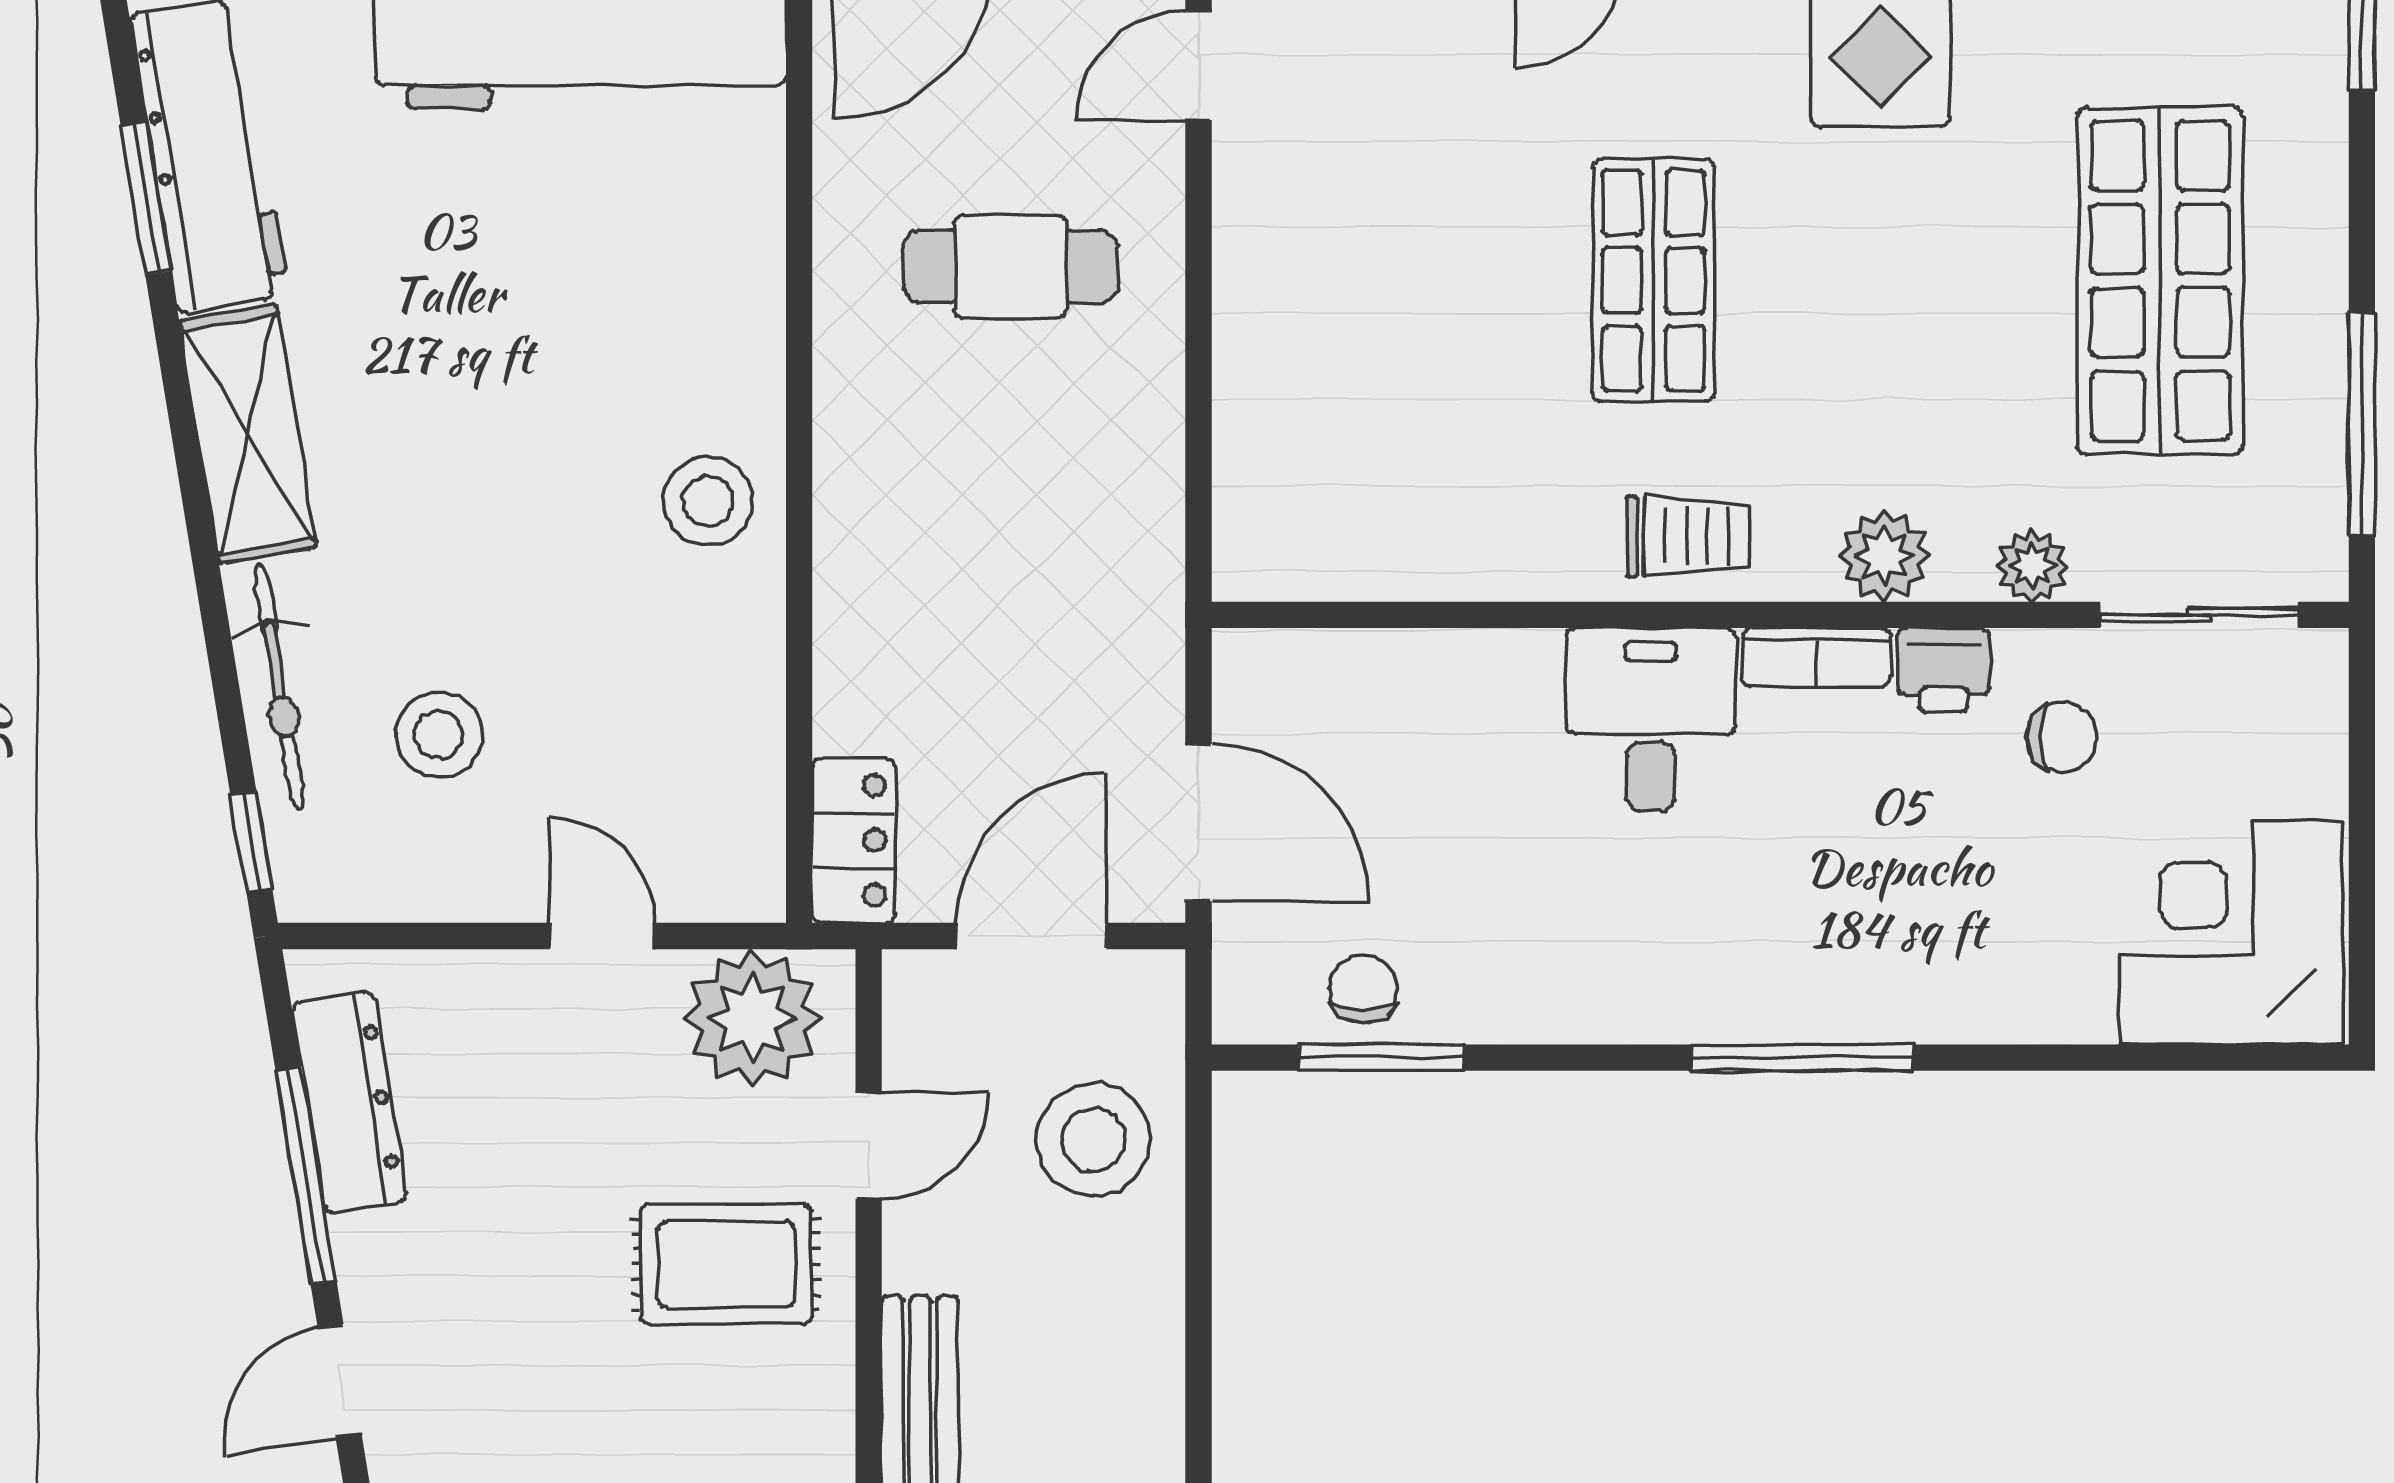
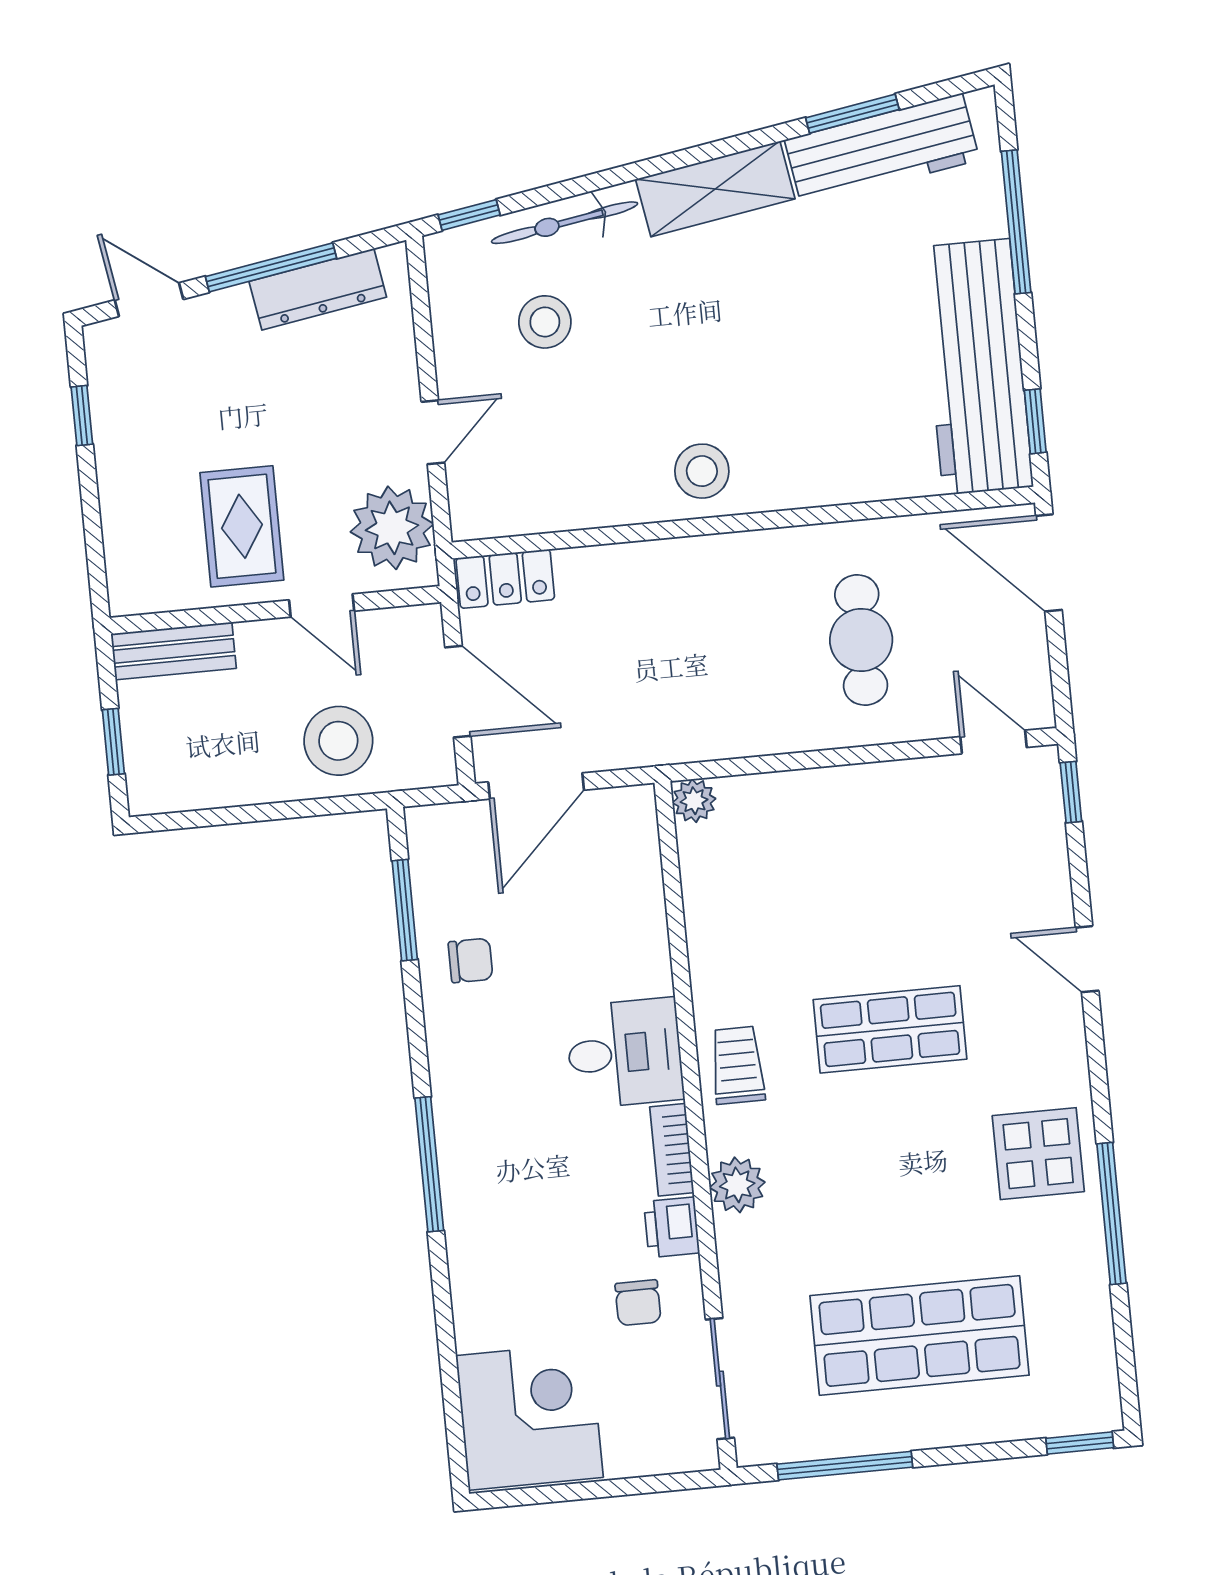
trolley: (1688, 536) -> (738, 1065), turned 180
plant: (2032, 566) -> (694, 801), moved
chair: (1363, 989) -> (471, 960), moved

